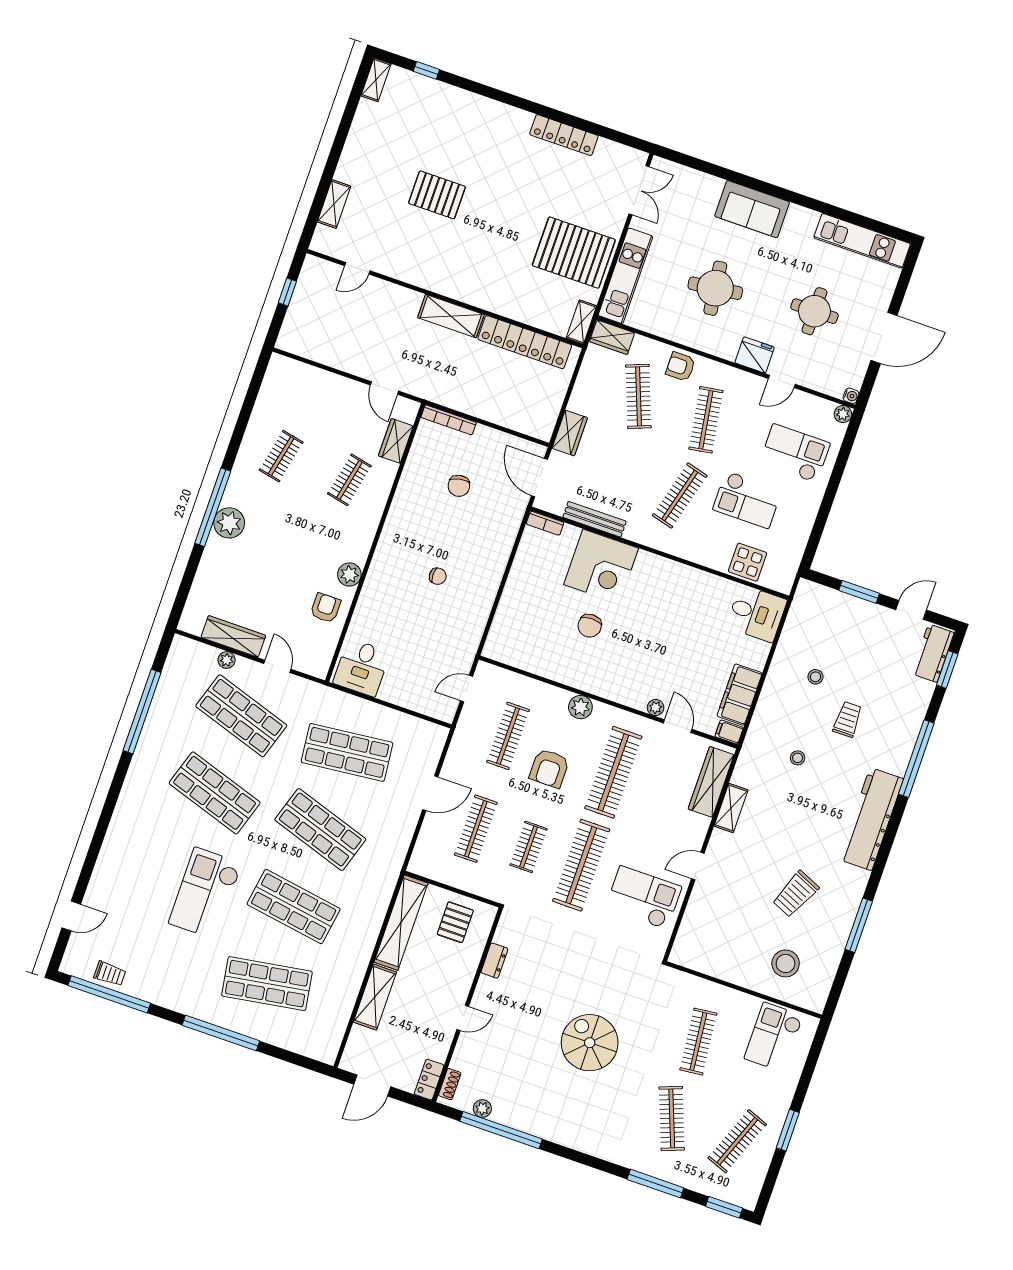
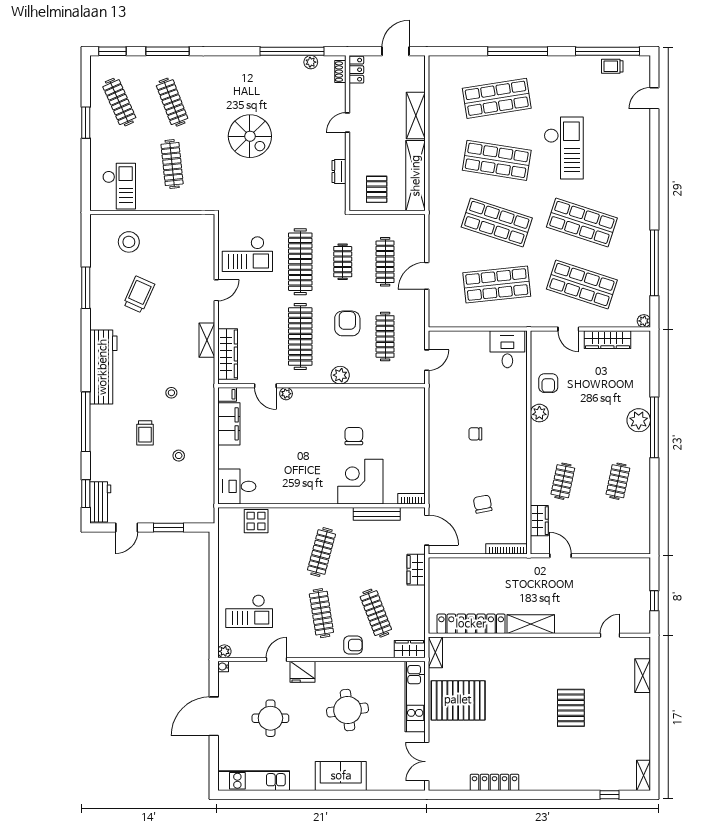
pallet: (437, 195) -> (571, 708), turned 90
checkout: (747, 500) -> (272, 566), removed
plant: (227, 660) -> (644, 321), moved
clothes rail: (737, 1141) -> (119, 102), turned -45

